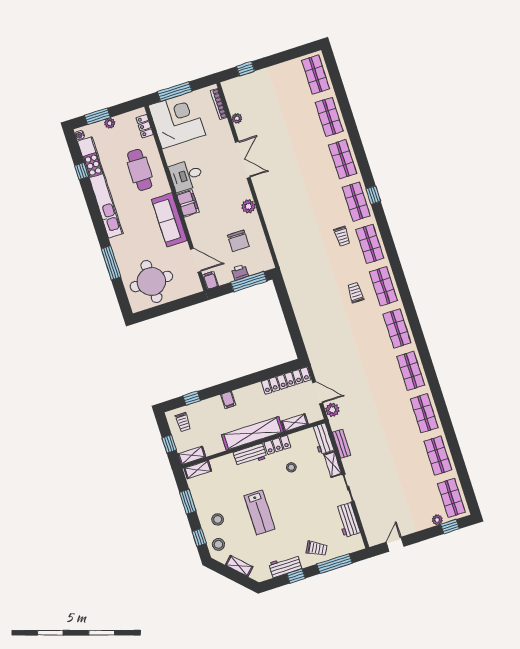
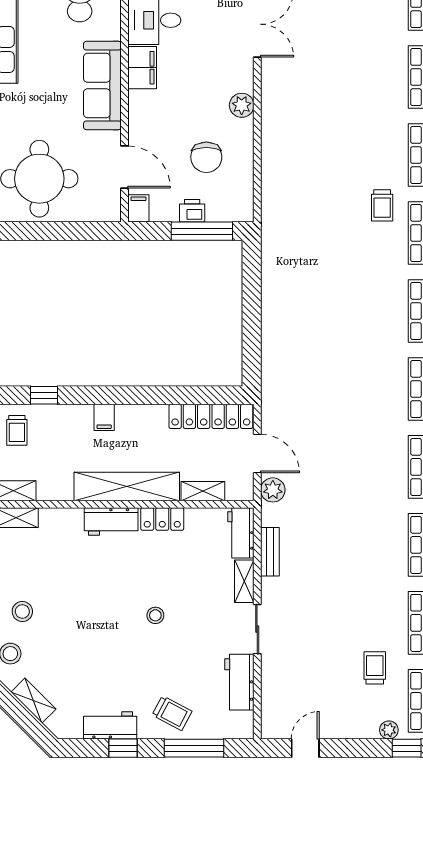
trolley: (355, 293) -> (375, 668), moved
stool: (291, 467) -> (155, 615), moved
lab bench: (259, 512) -> (96, 622), removed

